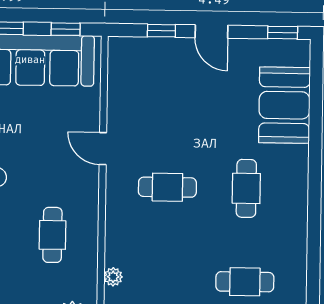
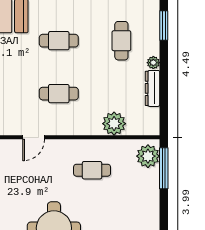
cafe table: (167, 187) -> (59, 94), turned 90
plant: (113, 277) -> (114, 124), width x1.88, depth x1.88

